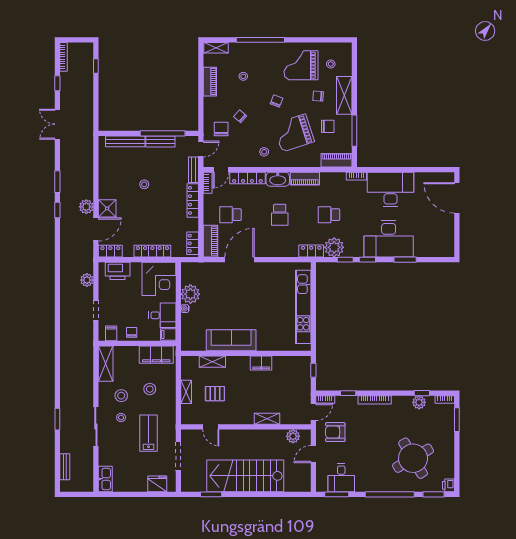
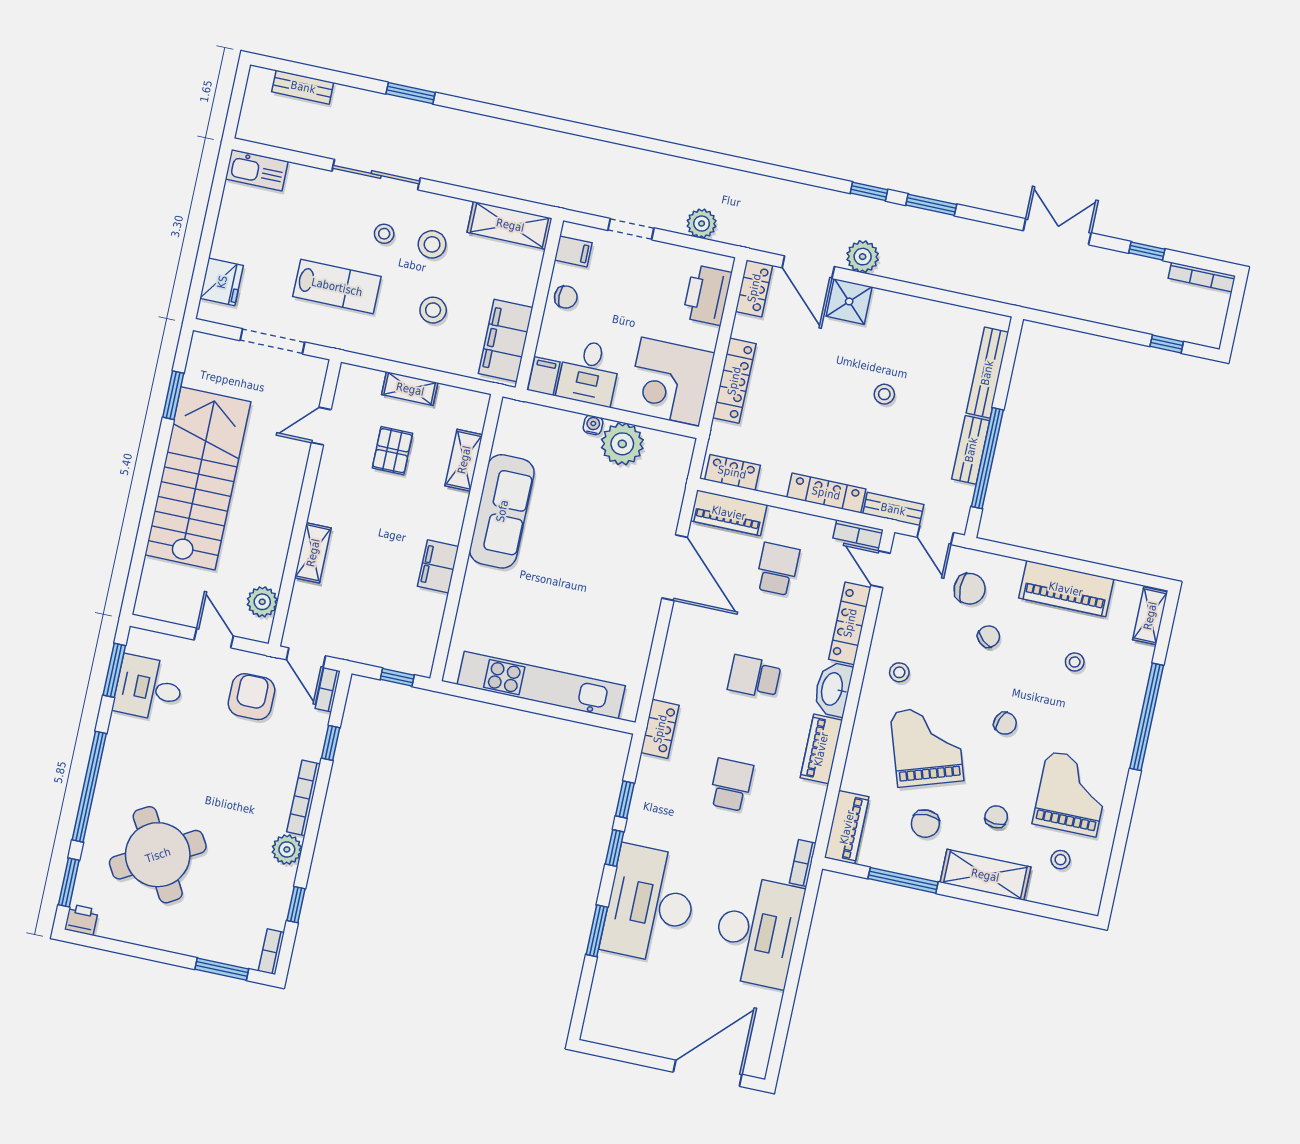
piano: (210, 82) -> (1066, 589), width x1.37, depth x1.33
plant: (334, 247) -> (657, 781), removed
plant: (419, 402) -> (287, 849), moved

